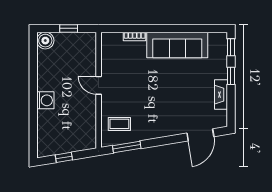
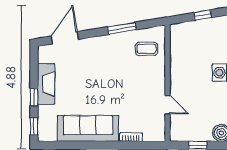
door: (99, 85) -> (167, 105), moved
fireplace: (221, 95) -> (46, 84), width x1.37, depth x1.32
window: (127, 147) -> (122, 28), moved

